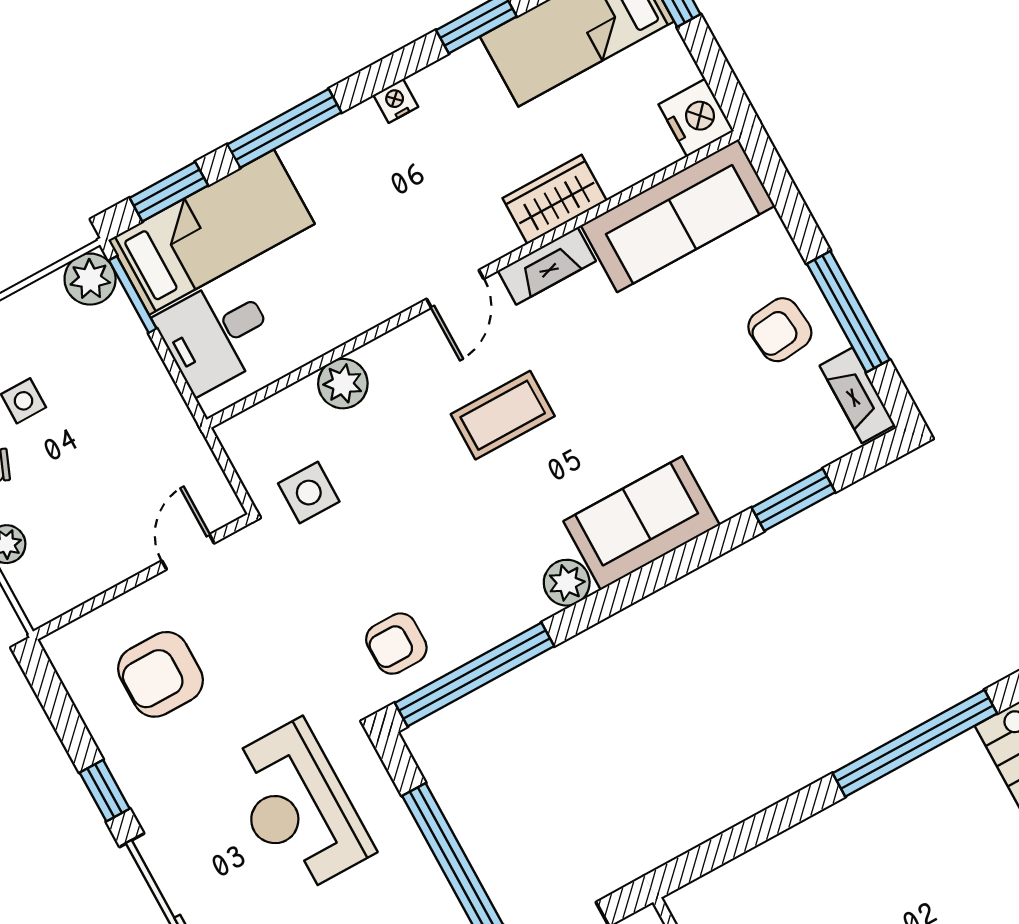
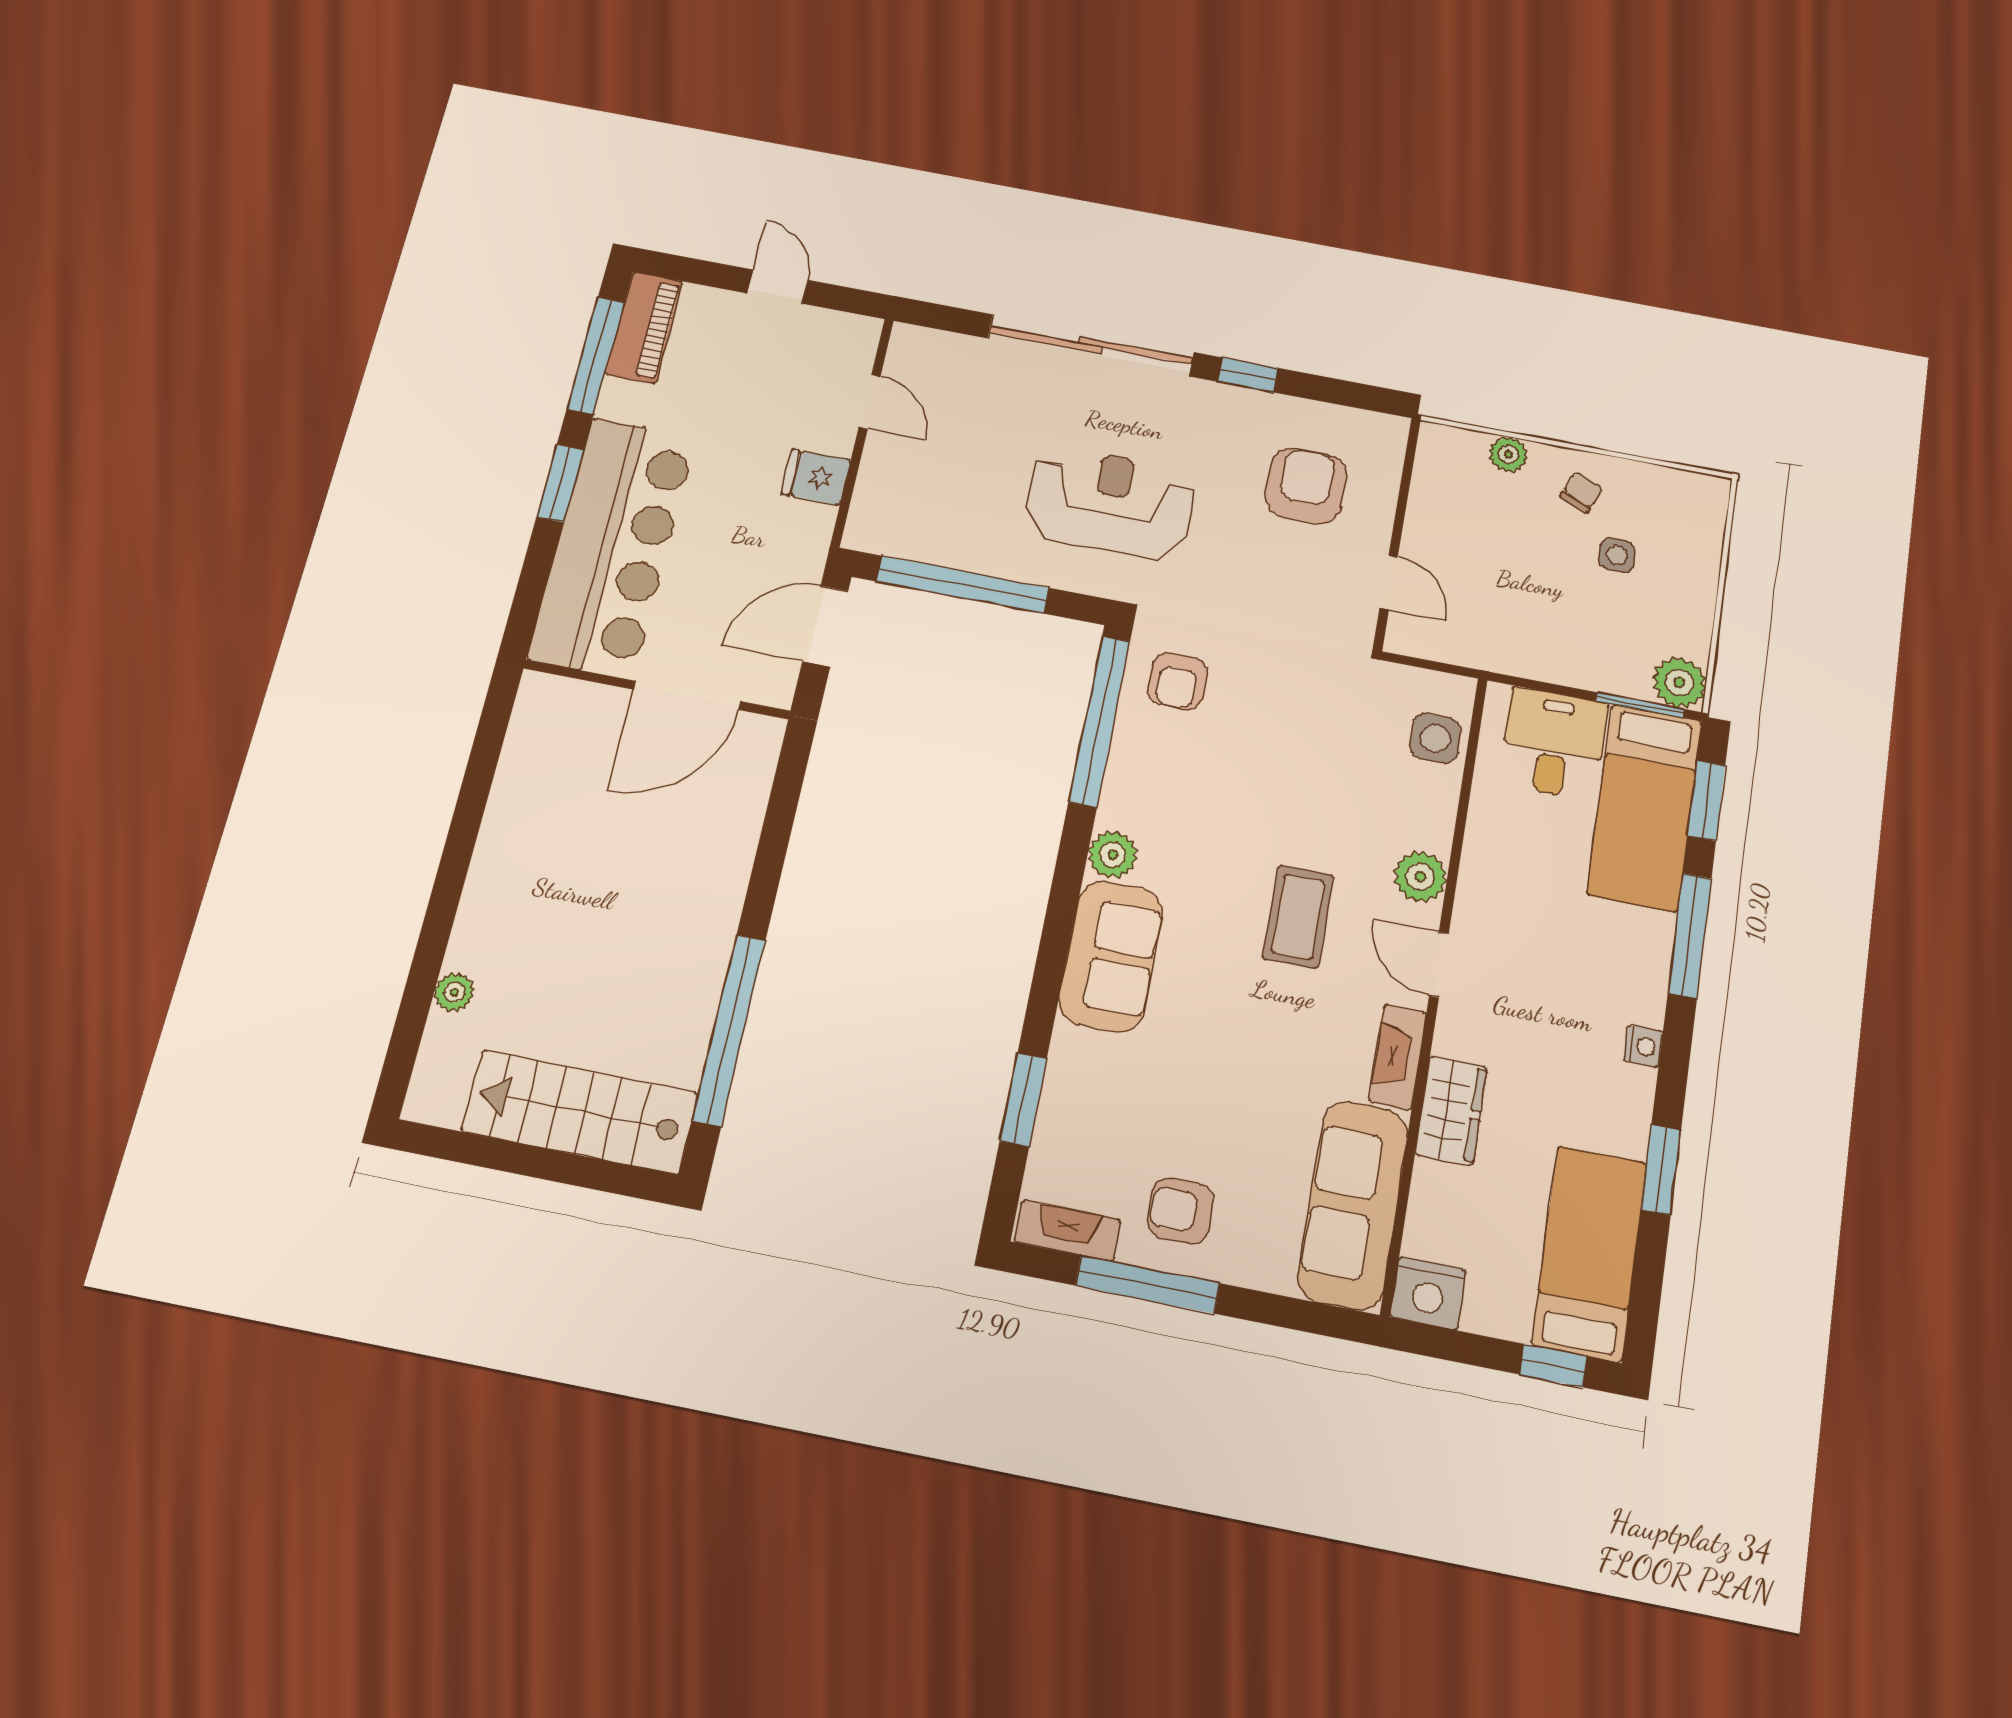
armchair: (780, 330) -> (1181, 1211), turned -84
plant: (343, 384) -> (1420, 877), moved
side table: (309, 493) -> (1435, 738), moved
armchair: (396, 644) -> (1177, 681), turned 180

